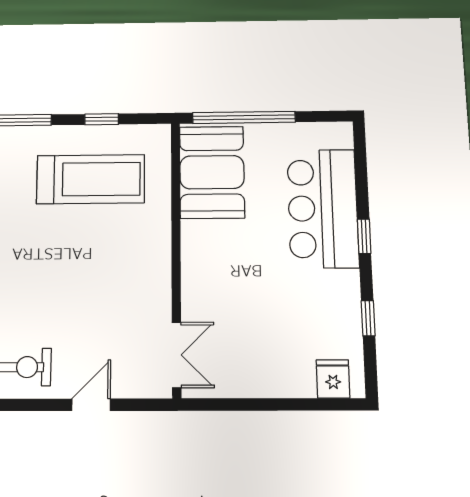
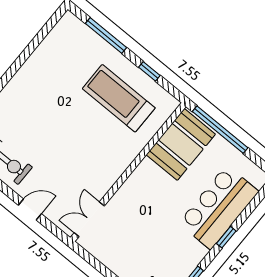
treadmill: (91, 179) -> (119, 98), turned 180
double door: (177, 355) -> (89, 219), swing flipped

